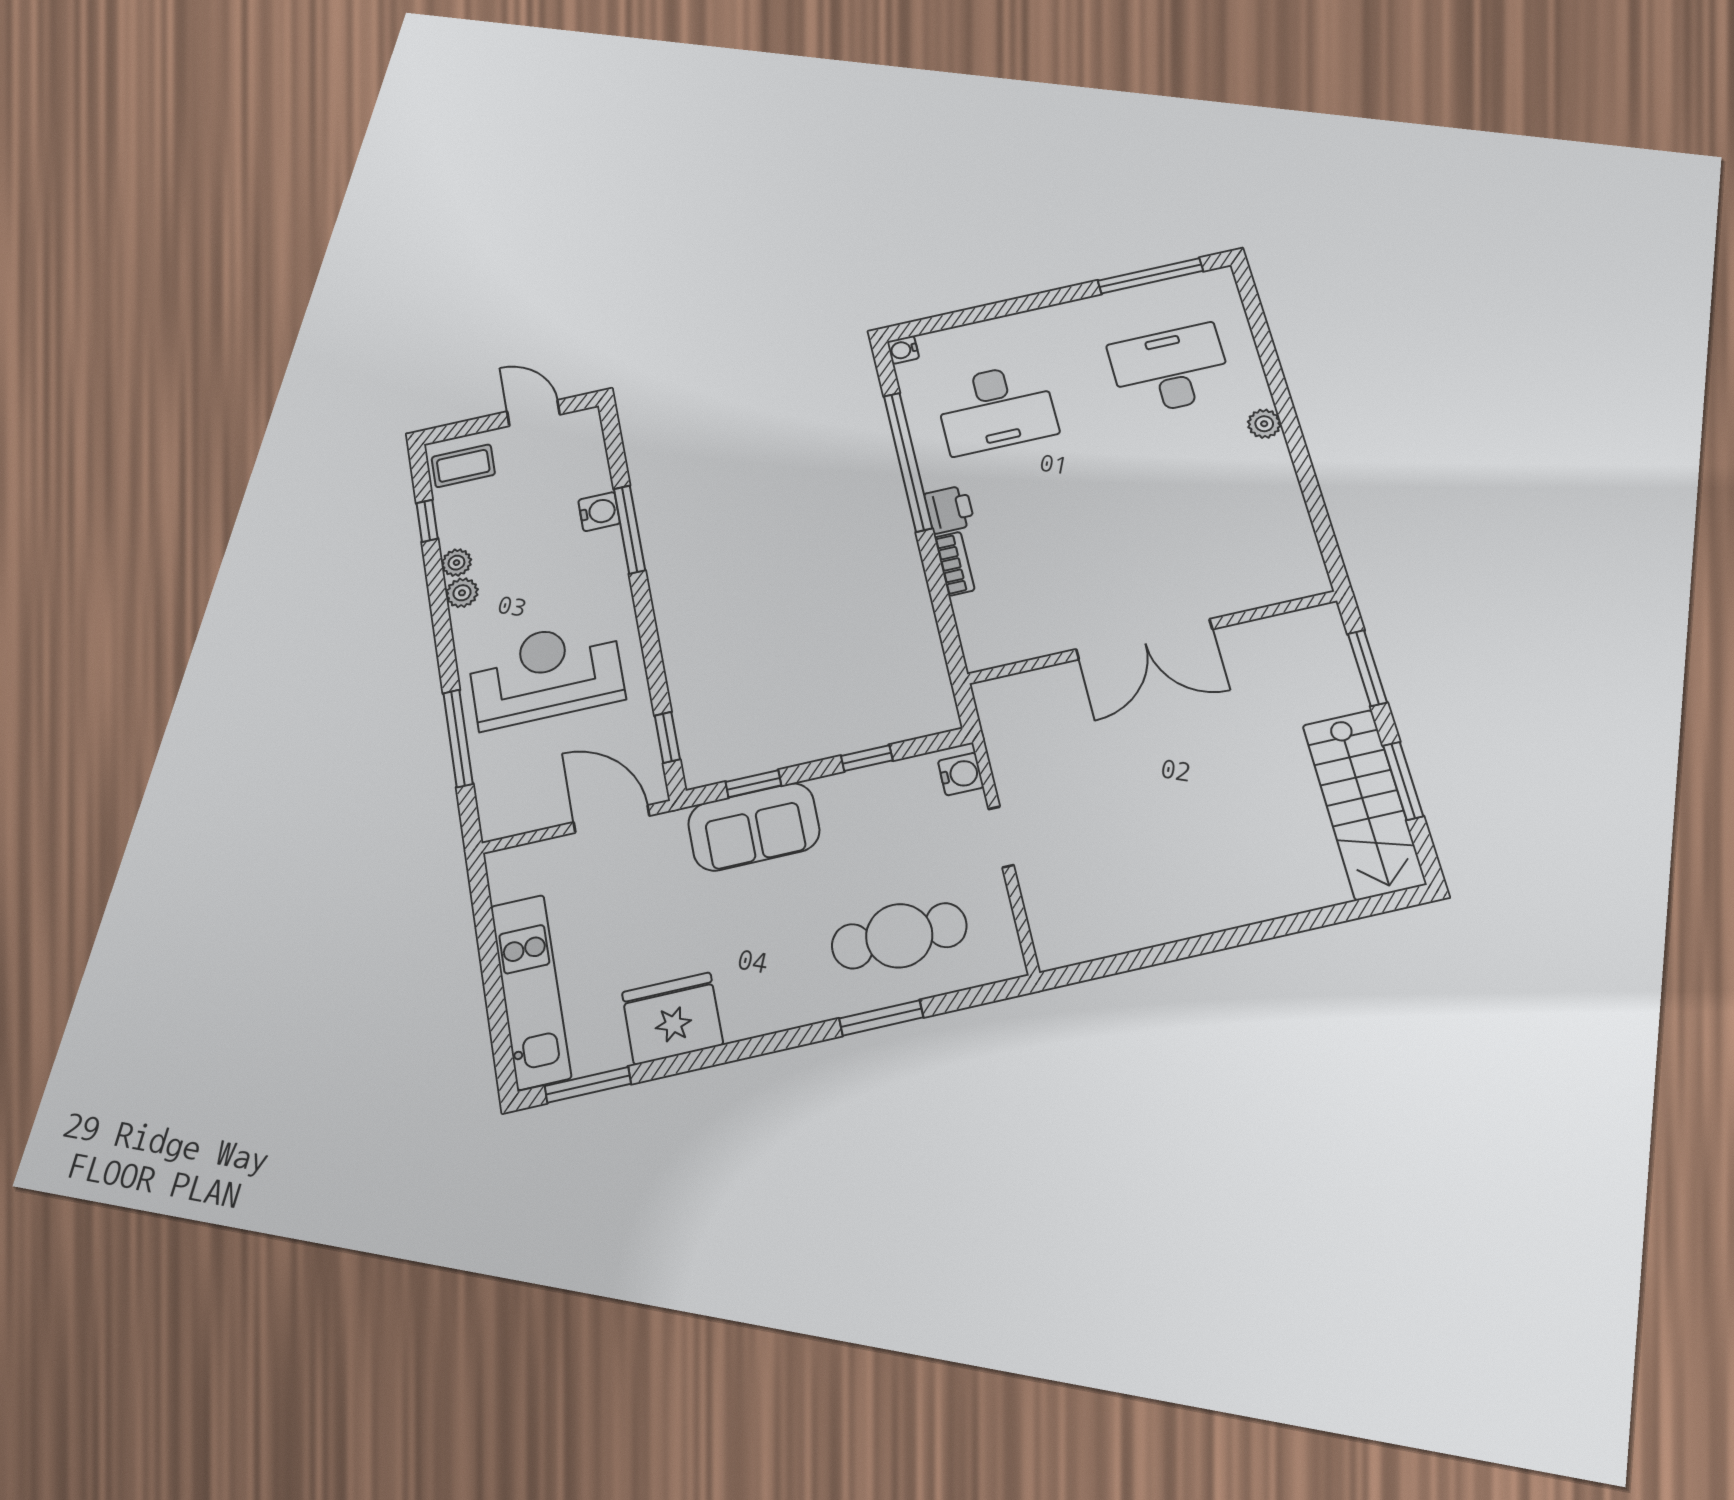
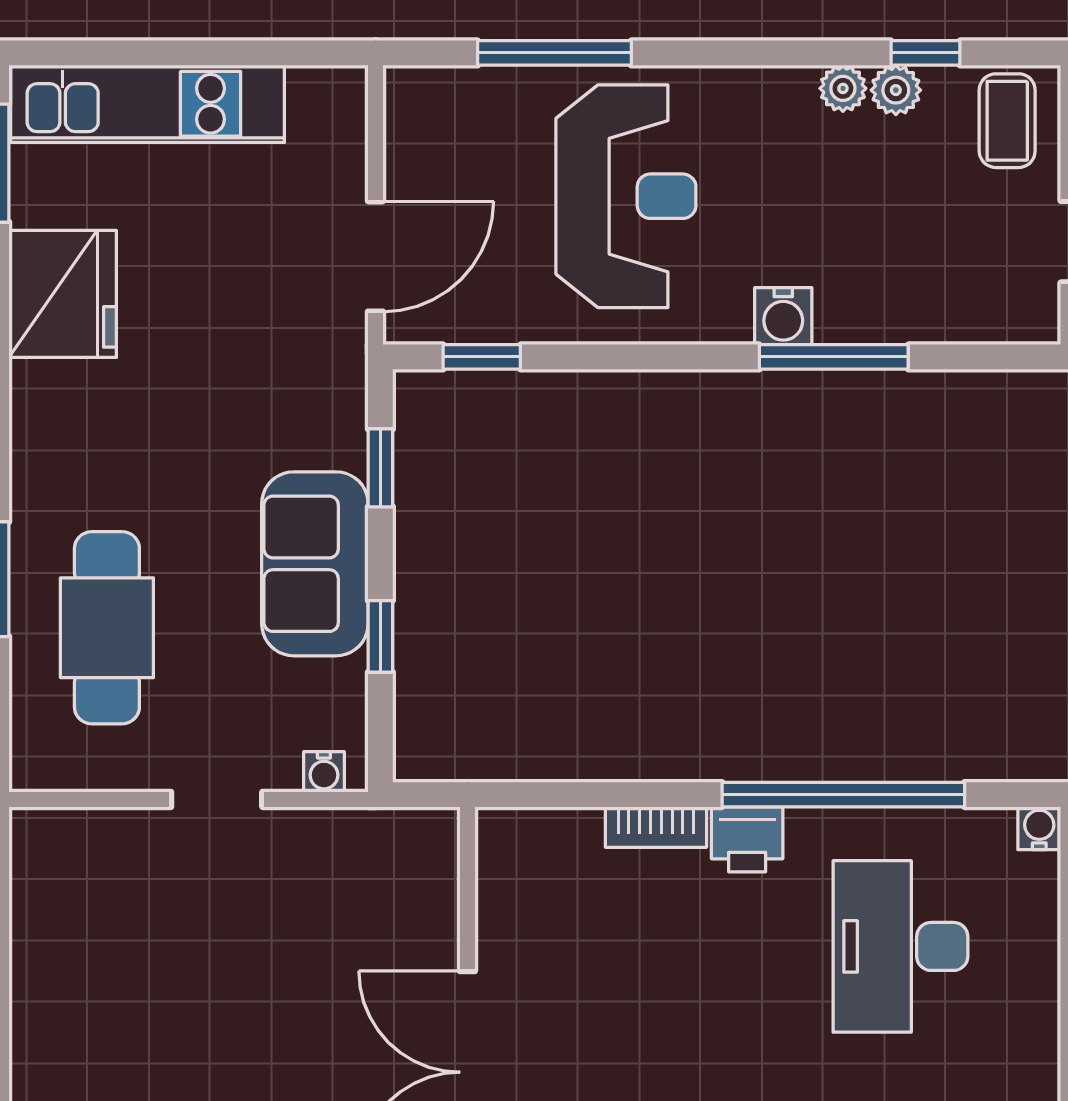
water cooler: (599, 512) -> (783, 316), moved
plant: (462, 593) -> (896, 90), moved
water cooler: (961, 774) -> (324, 772), width x0.72, depth x0.72
sofa: (754, 827) -> (315, 564), moved

